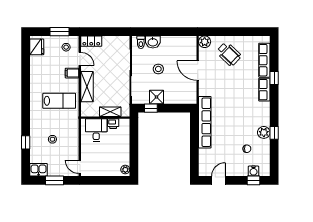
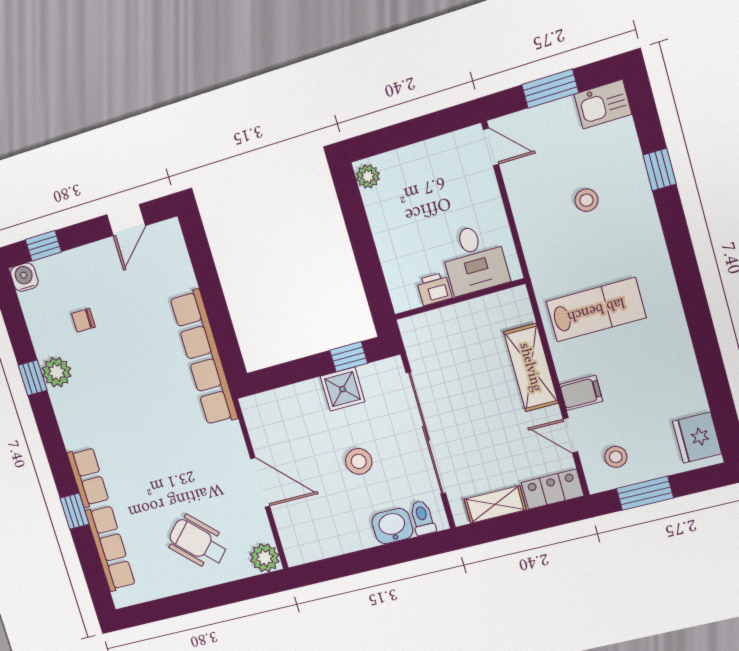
lab bench: (59, 101) -> (596, 310), turned 180
shelving: (110, 112) -> (495, 505), moved
water cooler: (254, 171) -> (24, 277), moved

